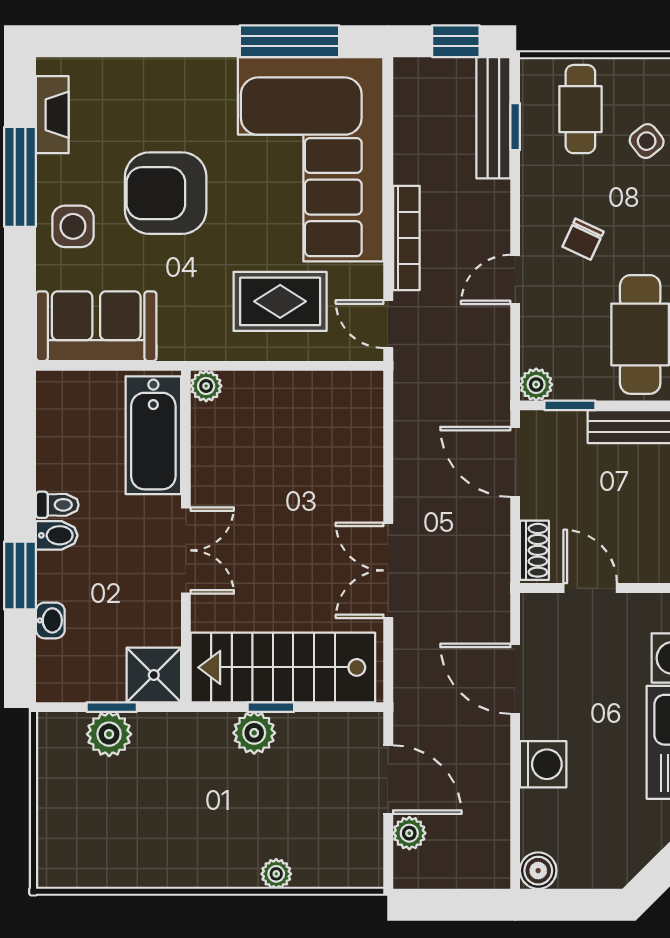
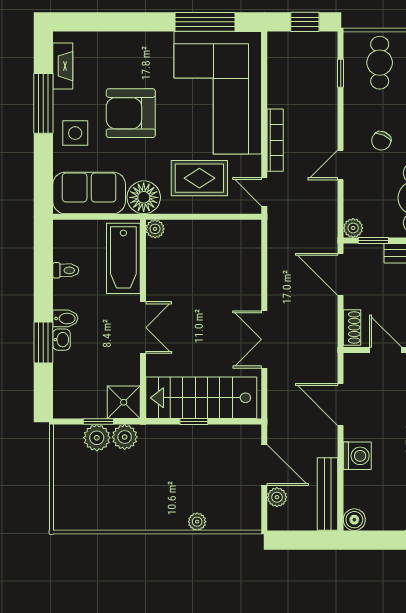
bench: (493, 118) -> (327, 494), moved
floor lamp: (187, 333) -> (144, 197), added
toilet: (57, 505) -> (66, 270), moved
washbasin: (50, 620) -> (62, 340), moved
plant: (254, 733) -> (125, 437), moved

